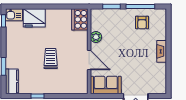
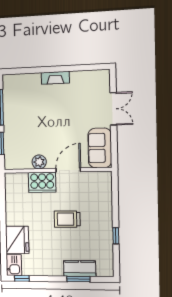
cooker: (80, 19) -> (42, 182), moved
armchair: (142, 22) -> (20, 104), removed
kitchen counter: (12, 81) -> (80, 269), moved

